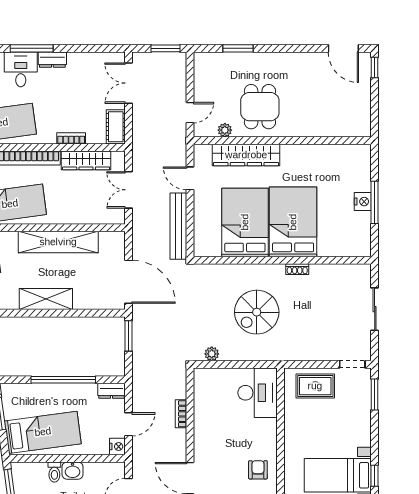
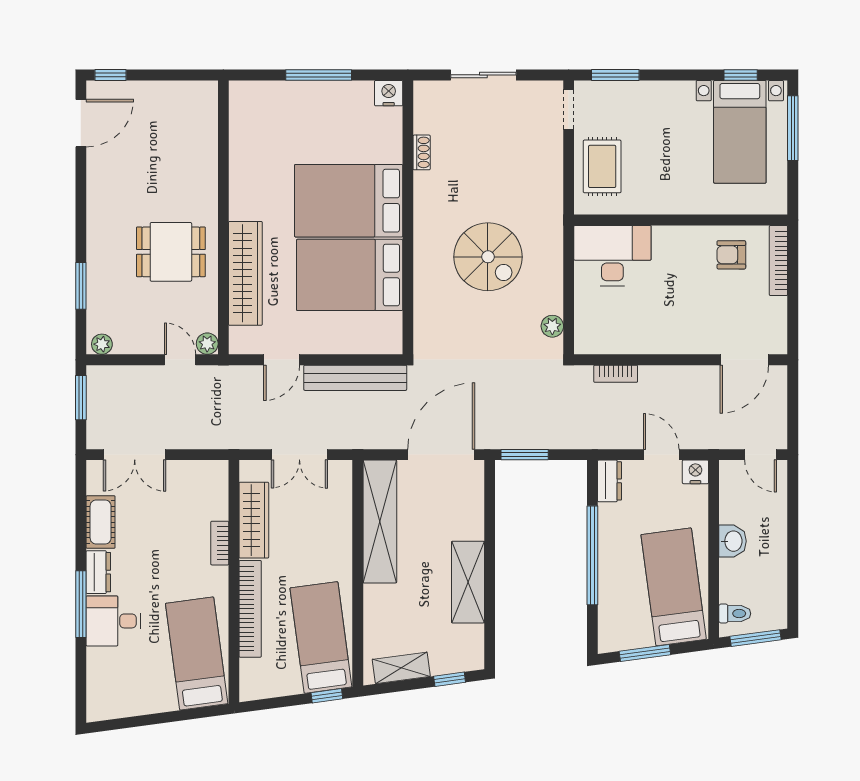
plant: (200, 62) -> (102, 344), added
cot: (116, 127) -> (101, 522), moved, turned 90
plant: (225, 130) -> (207, 344), moved
nightstand: (363, 202) -> (389, 93), moved
shelving: (58, 242) -> (380, 521), moved
shoe rack: (297, 269) -> (422, 152), moved
bookcase: (181, 414) -> (616, 374), moved
toilet: (54, 472) -> (735, 614), moved

